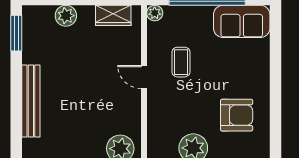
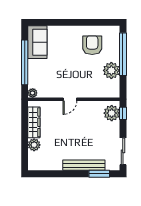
wardrobe: (113, 15) -> (34, 122), width x1.50
window: (16, 33) -> (99, 174), moved
coffee table: (181, 62) -> (61, 78), removed

